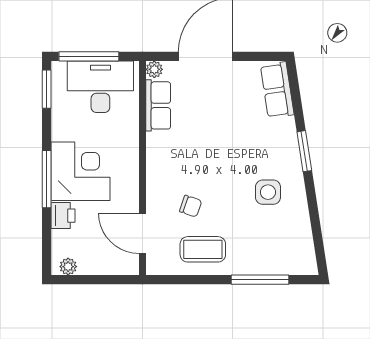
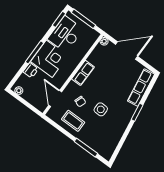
desk: (100, 87) -> (65, 34), moved, turned -90
row of seats: (277, 90) -> (141, 88), width x1.48
row of seats: (158, 105) -> (83, 73), moved
side table: (268, 192) -> (101, 109), moved

